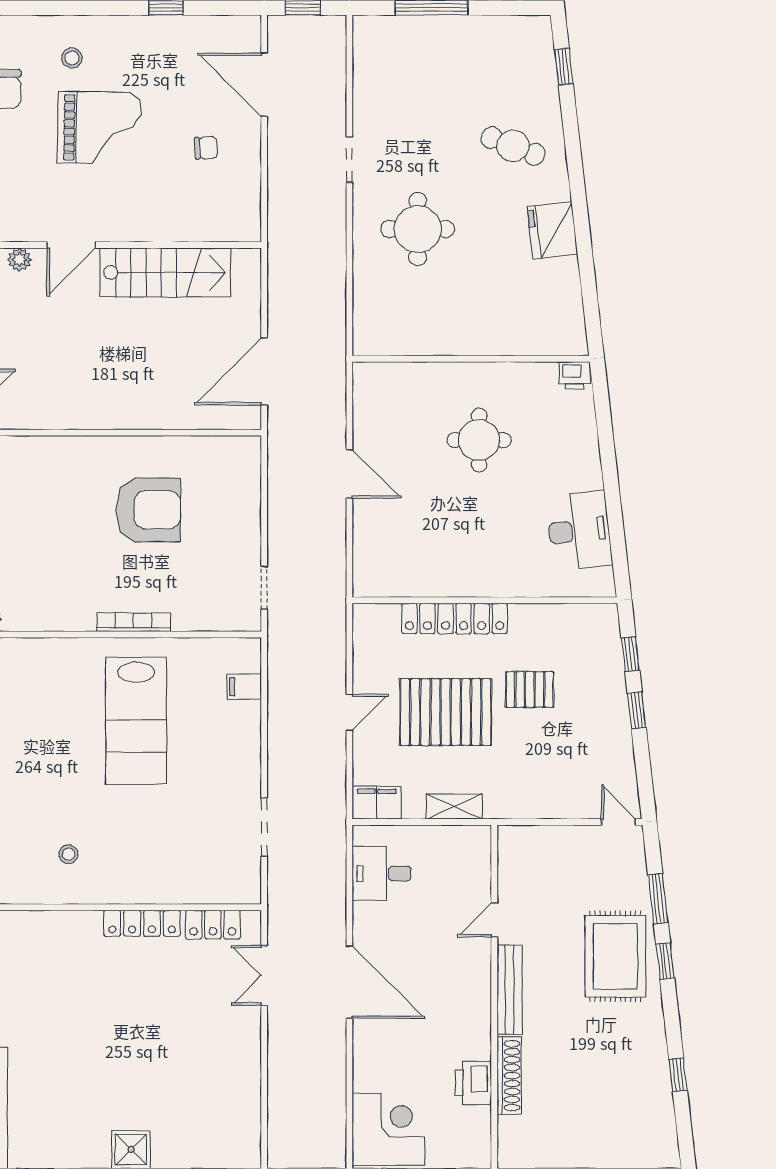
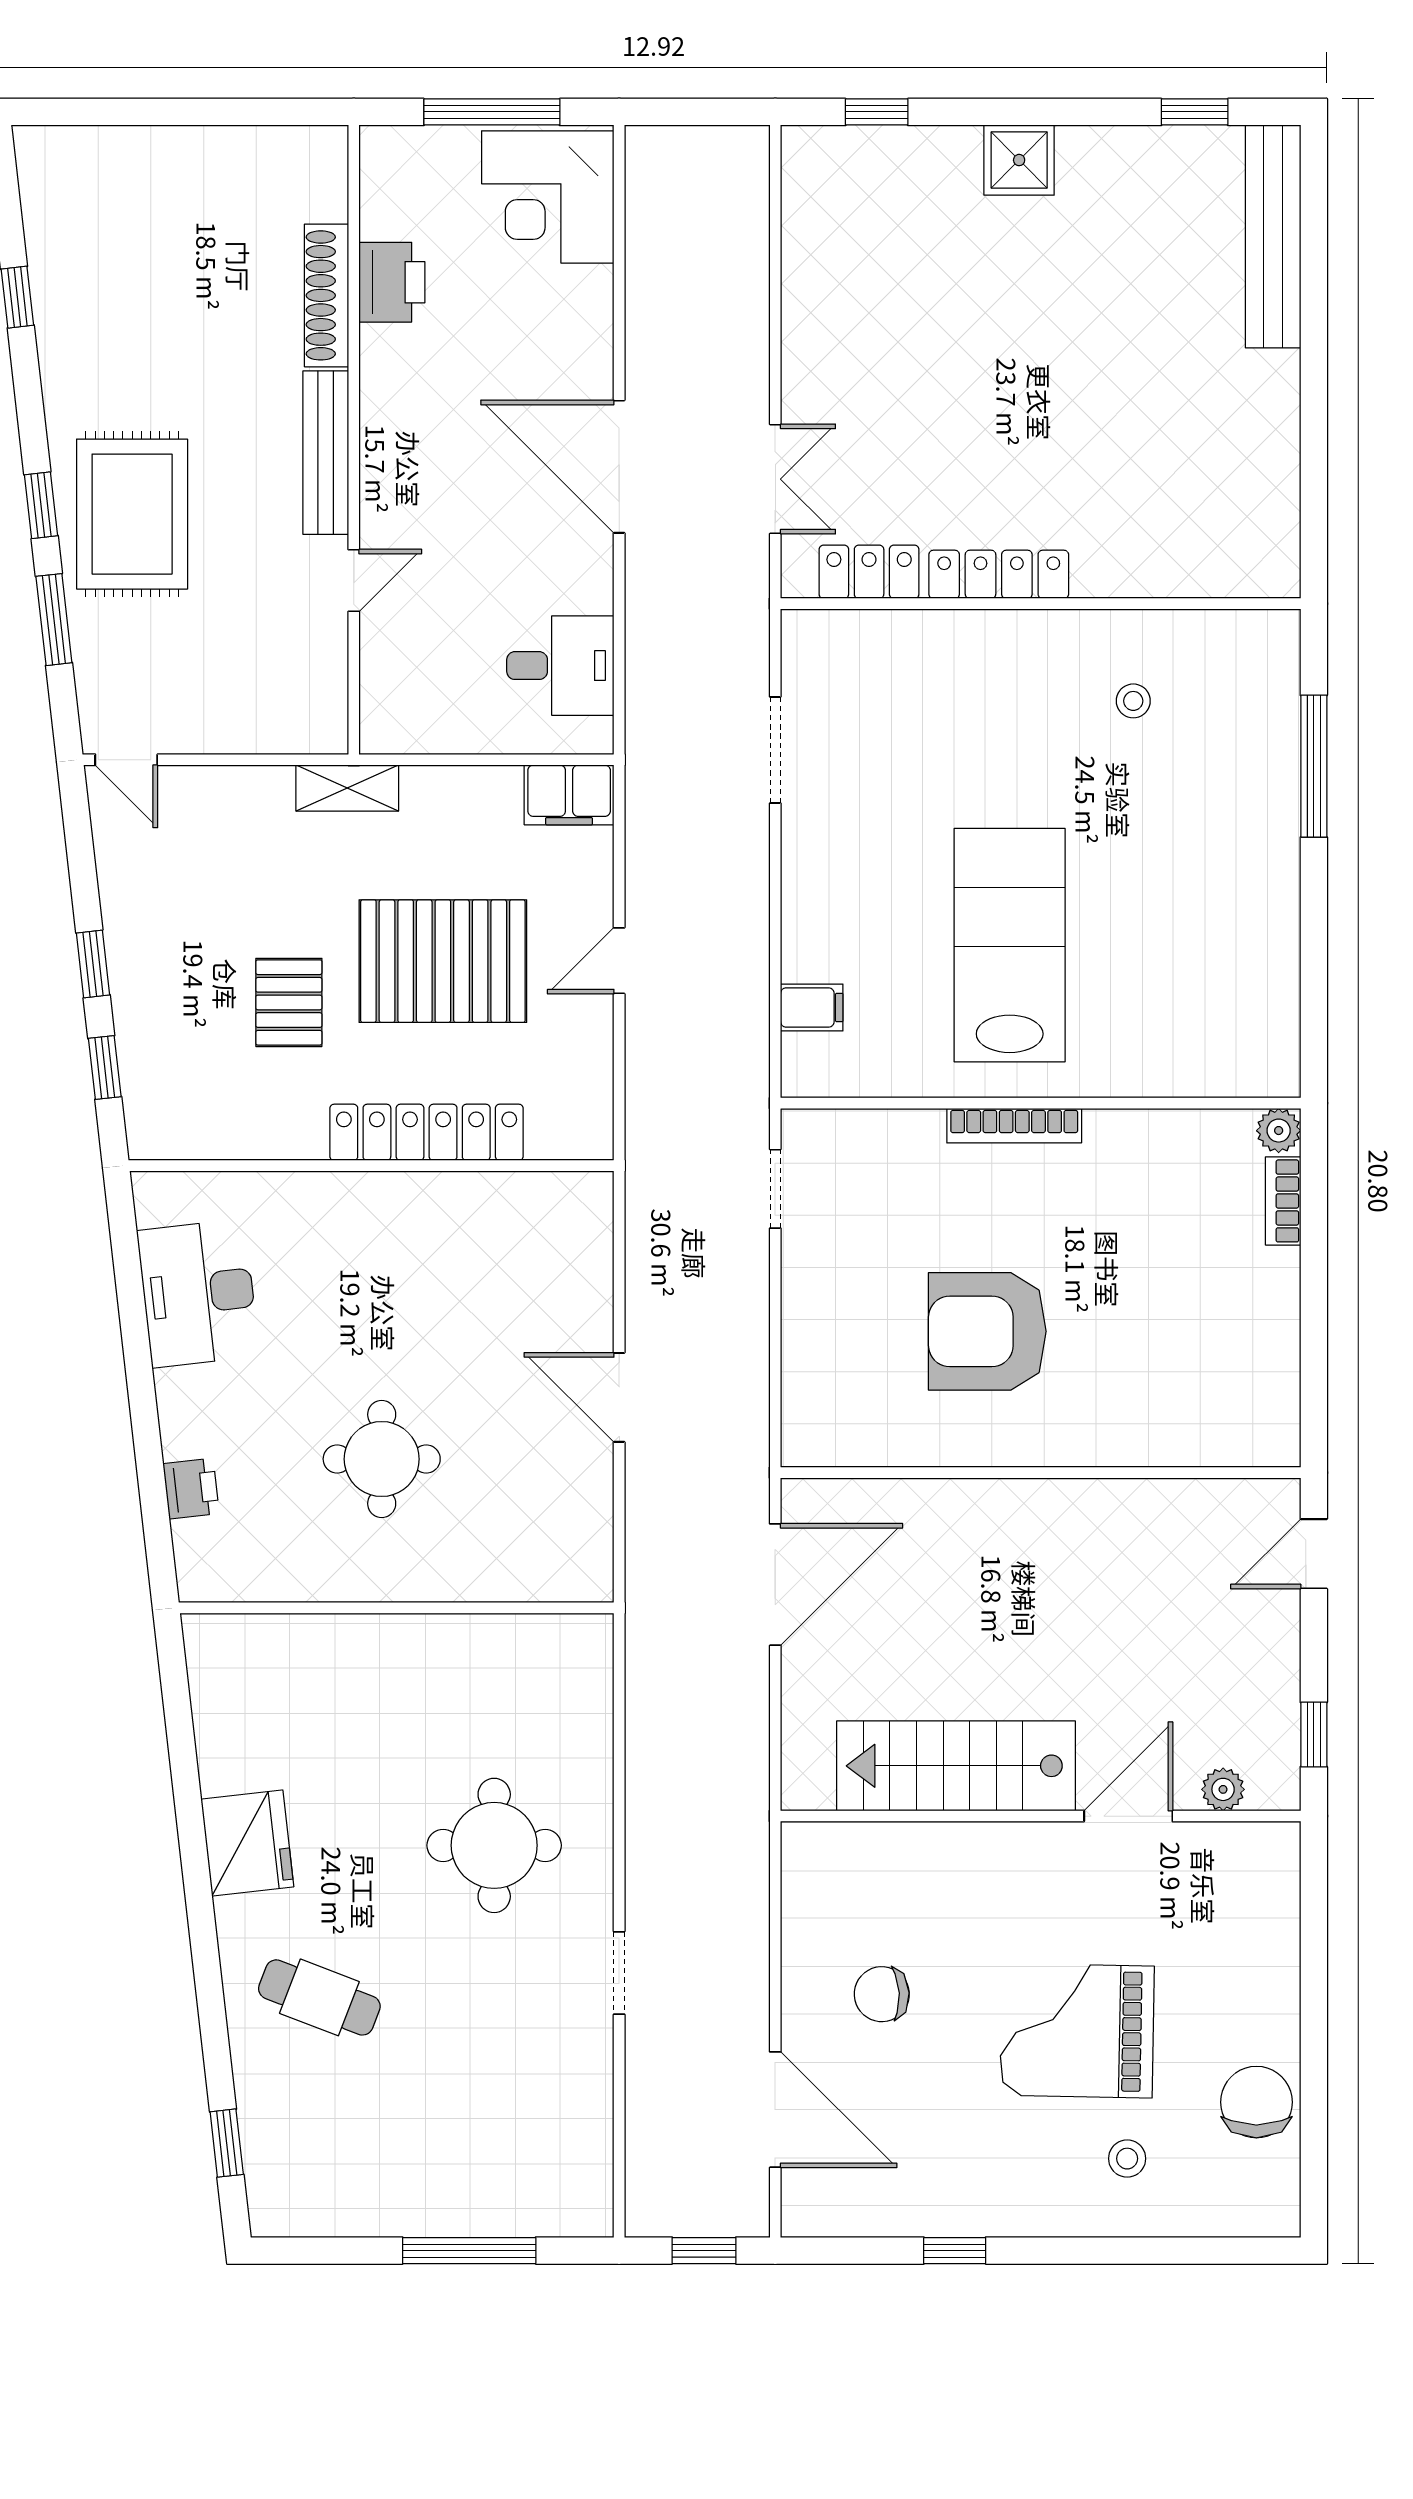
chair: (206, 148) -> (882, 1994), width x1.37, depth x1.37
printer: (574, 375) -> (191, 1489), moved, turned 84
pallet: (530, 689) -> (289, 1002), turned 90
shelving: (454, 807) -> (347, 788), moved

